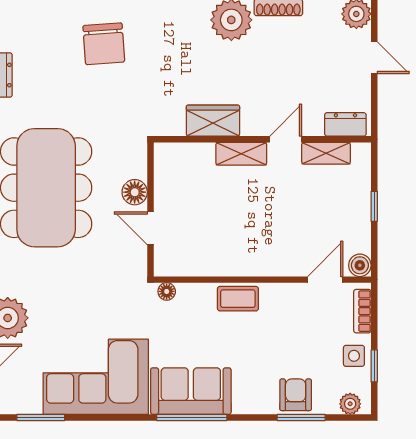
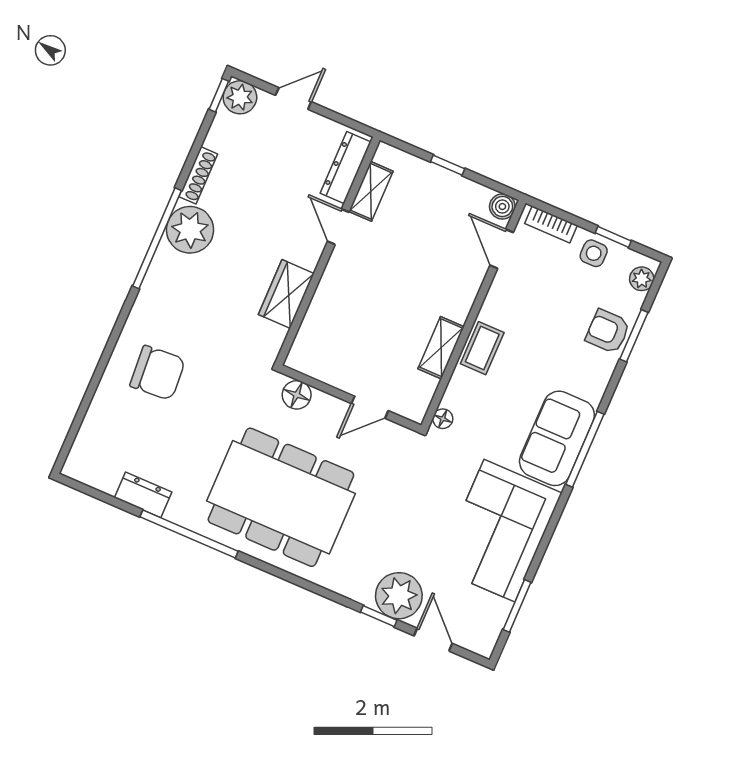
dresser: (345, 124) -> (346, 168), width x1.44
shelving: (241, 154) -> (441, 348), moved
floor lamp: (135, 192) -> (297, 395), moved

